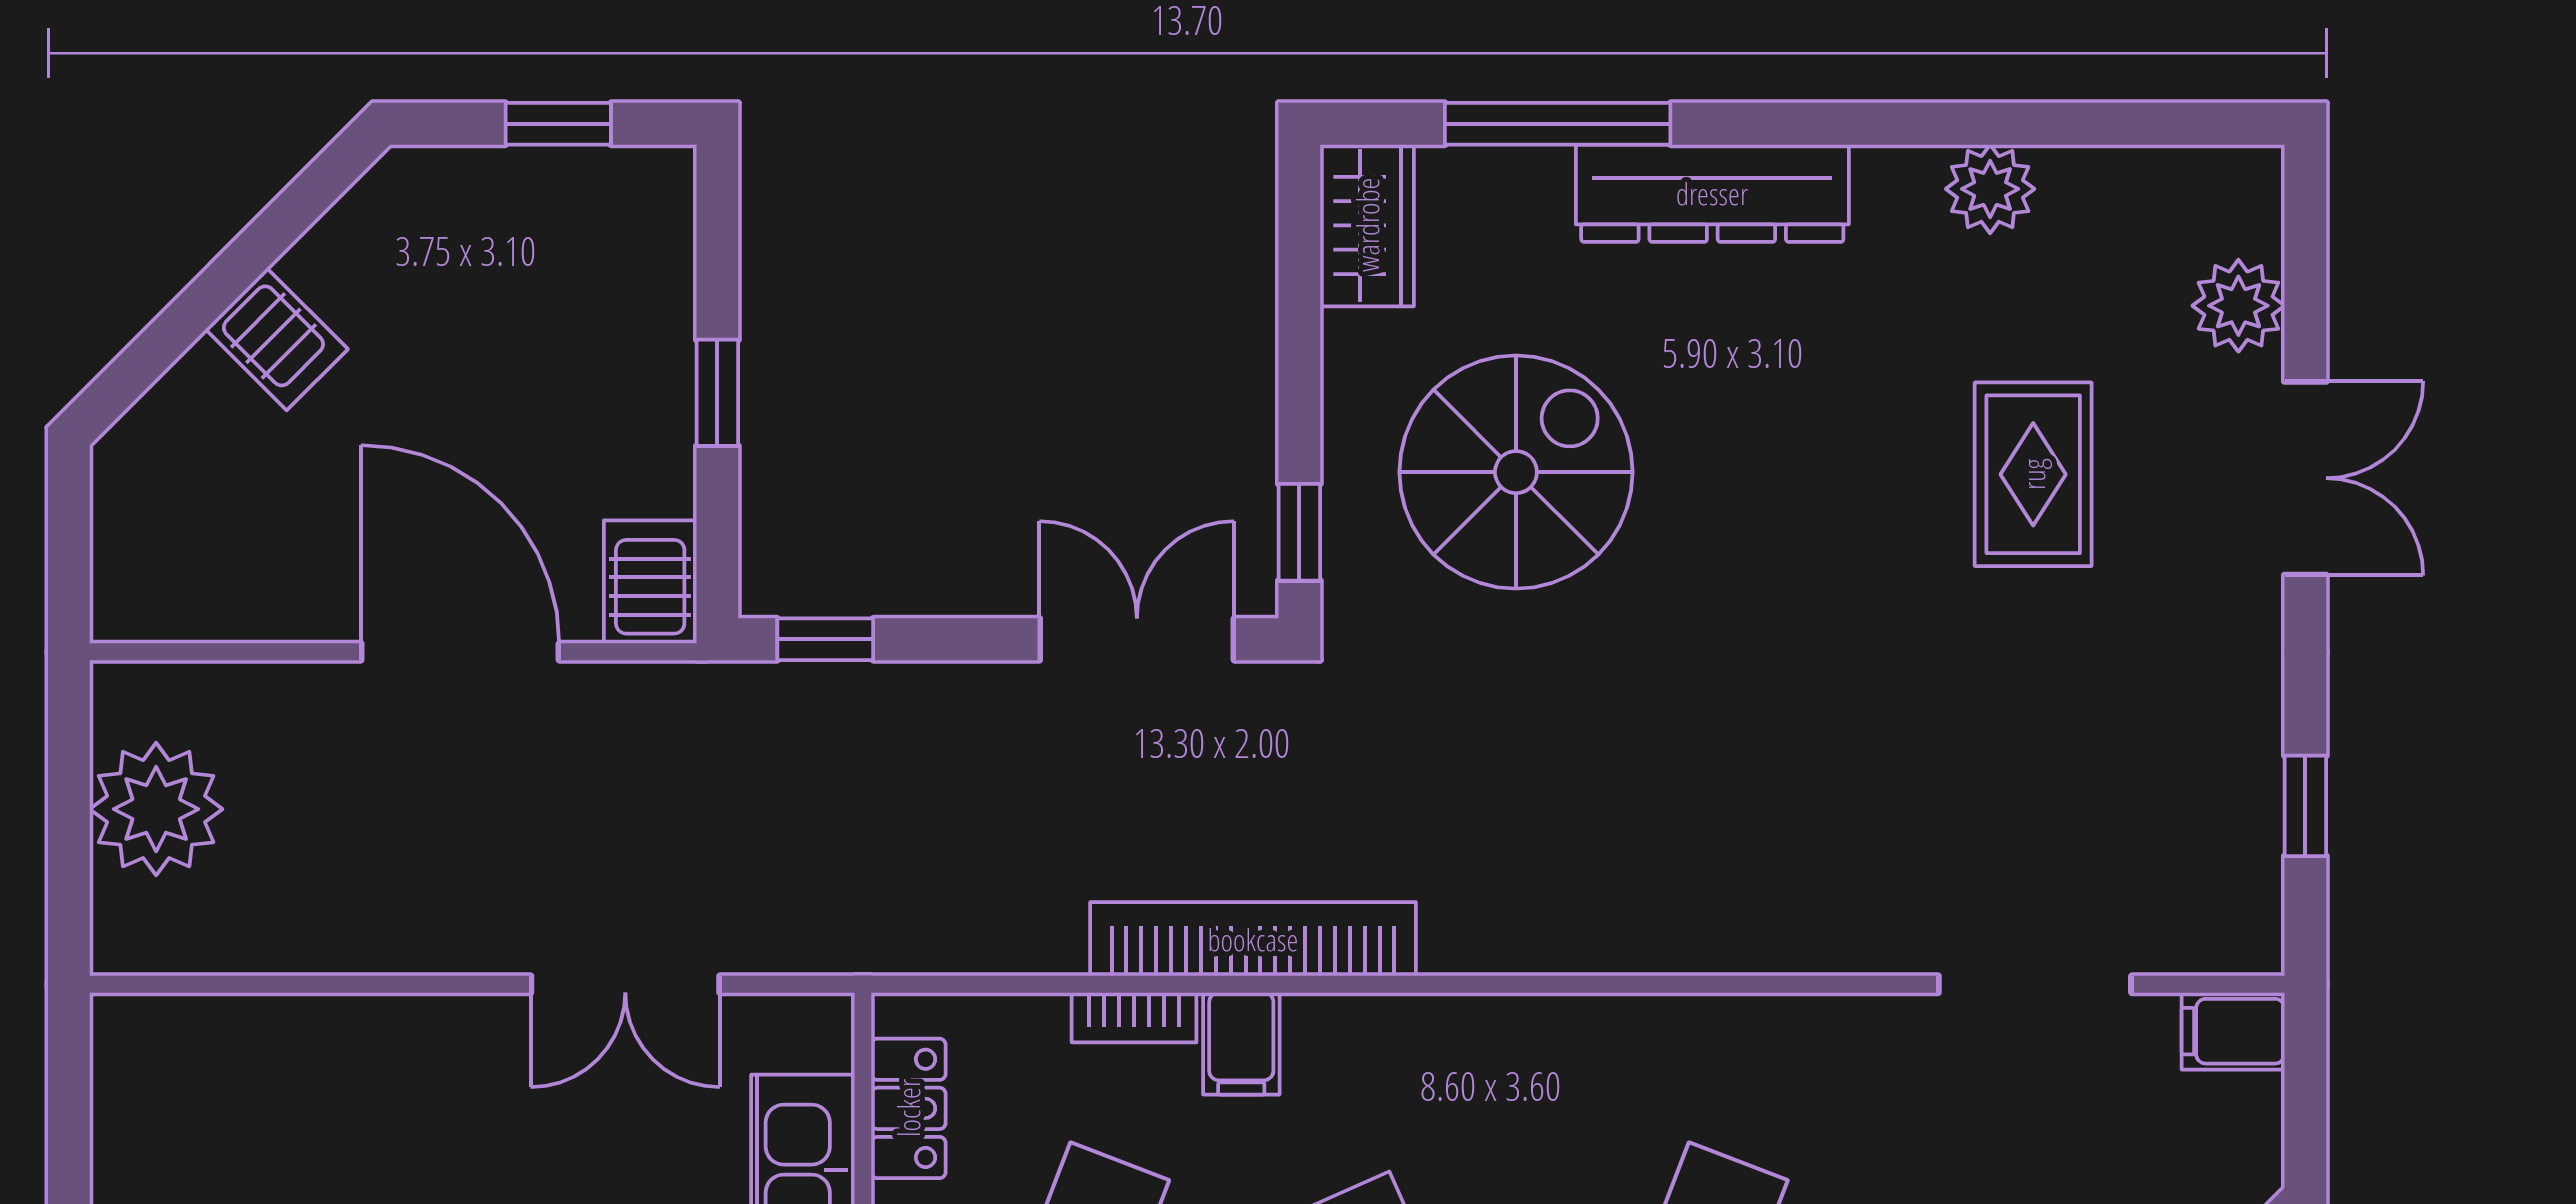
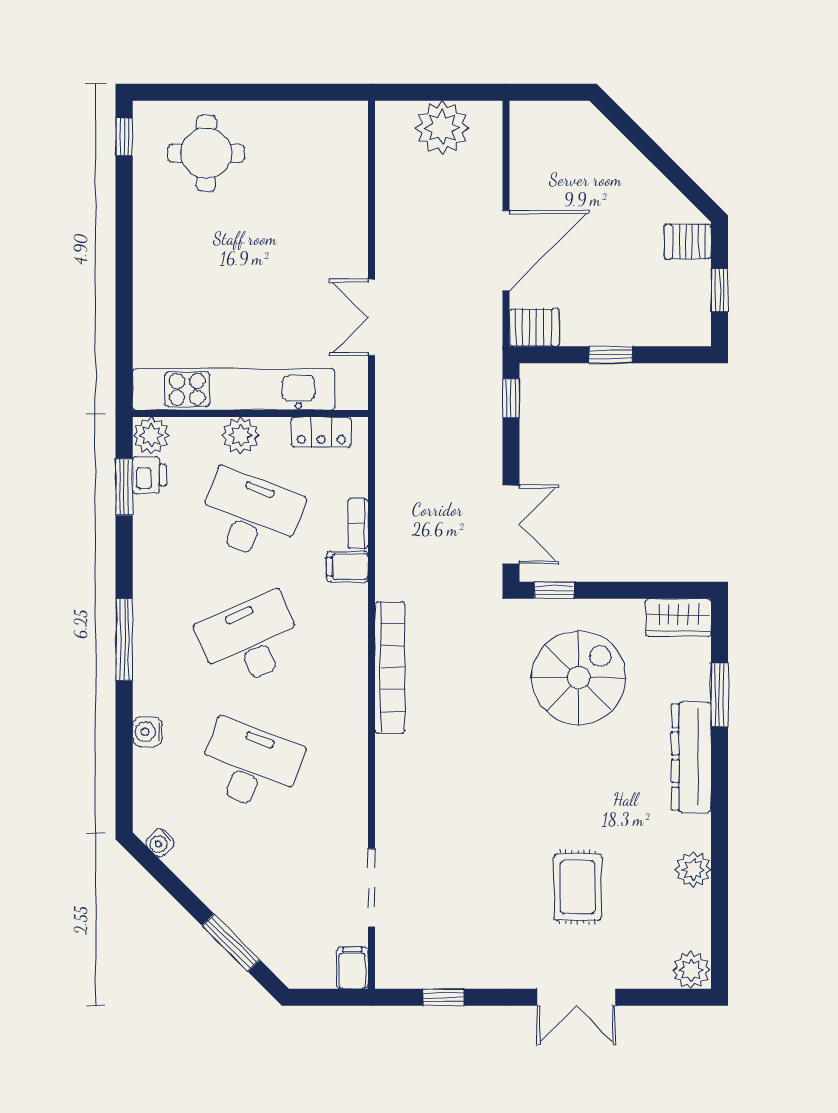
window: (1558, 124) -> (720, 695), width x0.69
plant: (2238, 306) -> (691, 970), moved
server rack: (277, 339) -> (688, 242), moved, turned 45
spiral stairs: (1516, 472) -> (579, 678), turned -90
rug: (2033, 474) -> (578, 887), turned 90
bookcase: (1253, 939) -> (390, 667), moved

